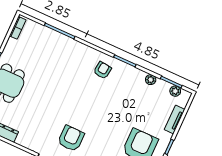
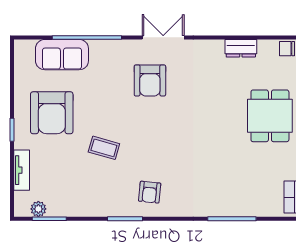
plant: (151, 80) -> (79, 209), removed
coffee table: (118, 110) -> (104, 148), added

